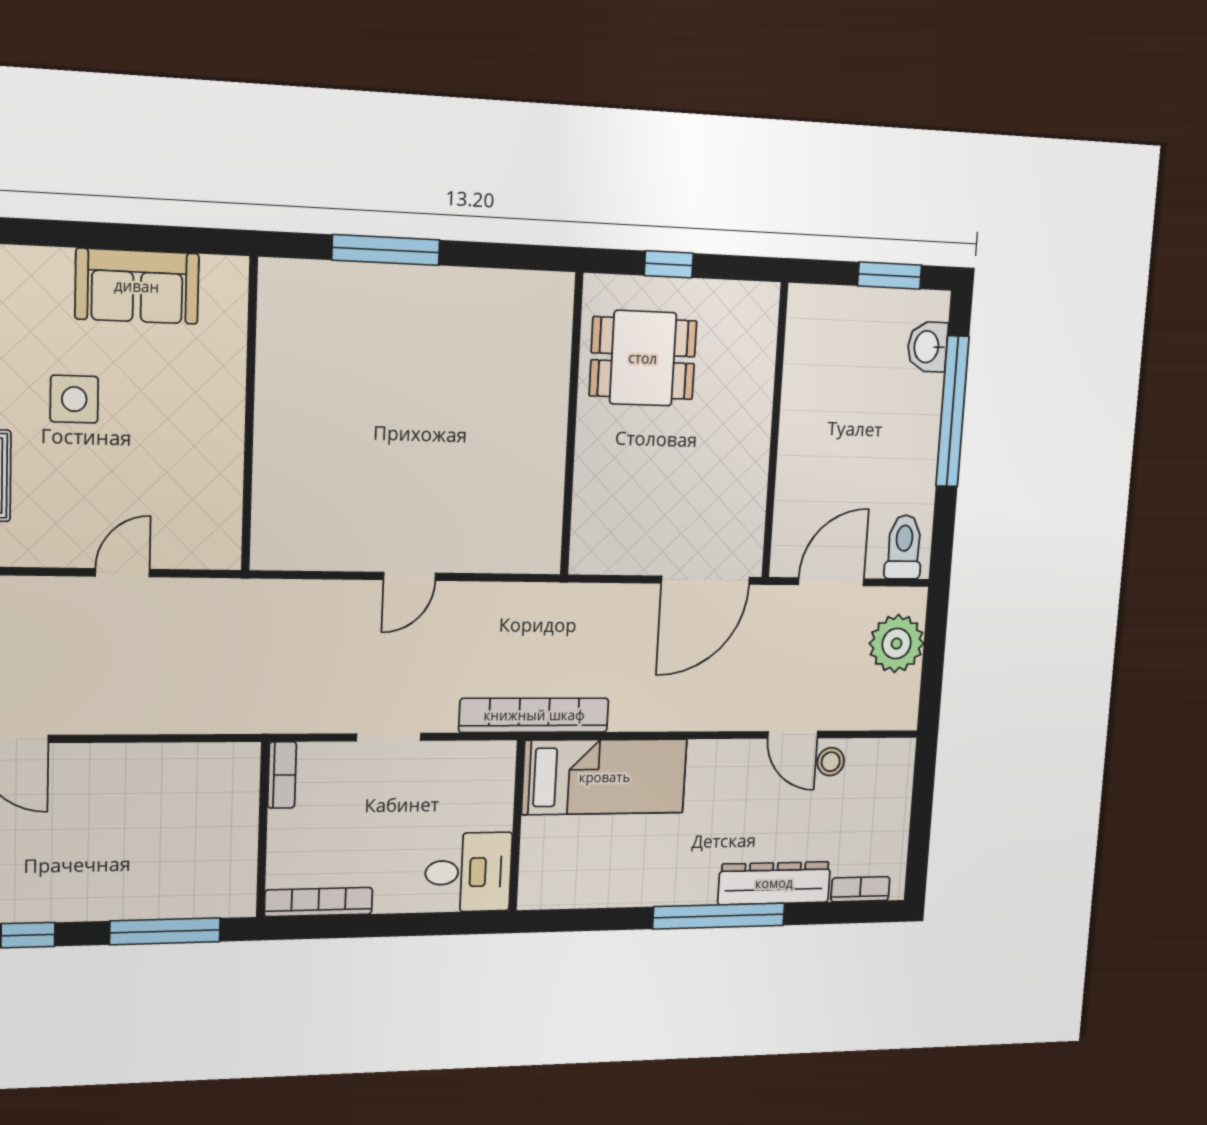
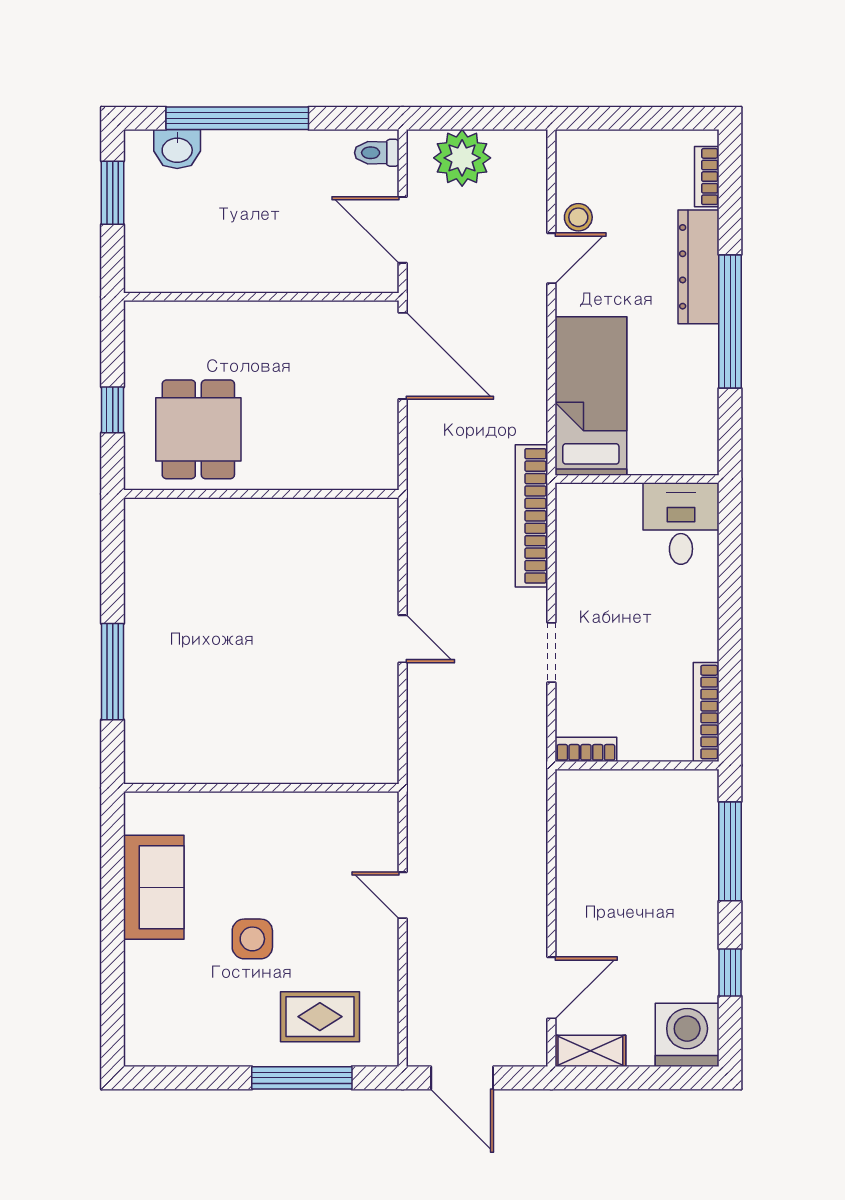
toilet: (904, 547) -> (377, 153), width x0.73, depth x0.72
bed: (605, 777) -> (591, 396), moved
wall: (517, 826) -> (637, 479), moved
desk: (468, 872) -> (681, 524), moved

